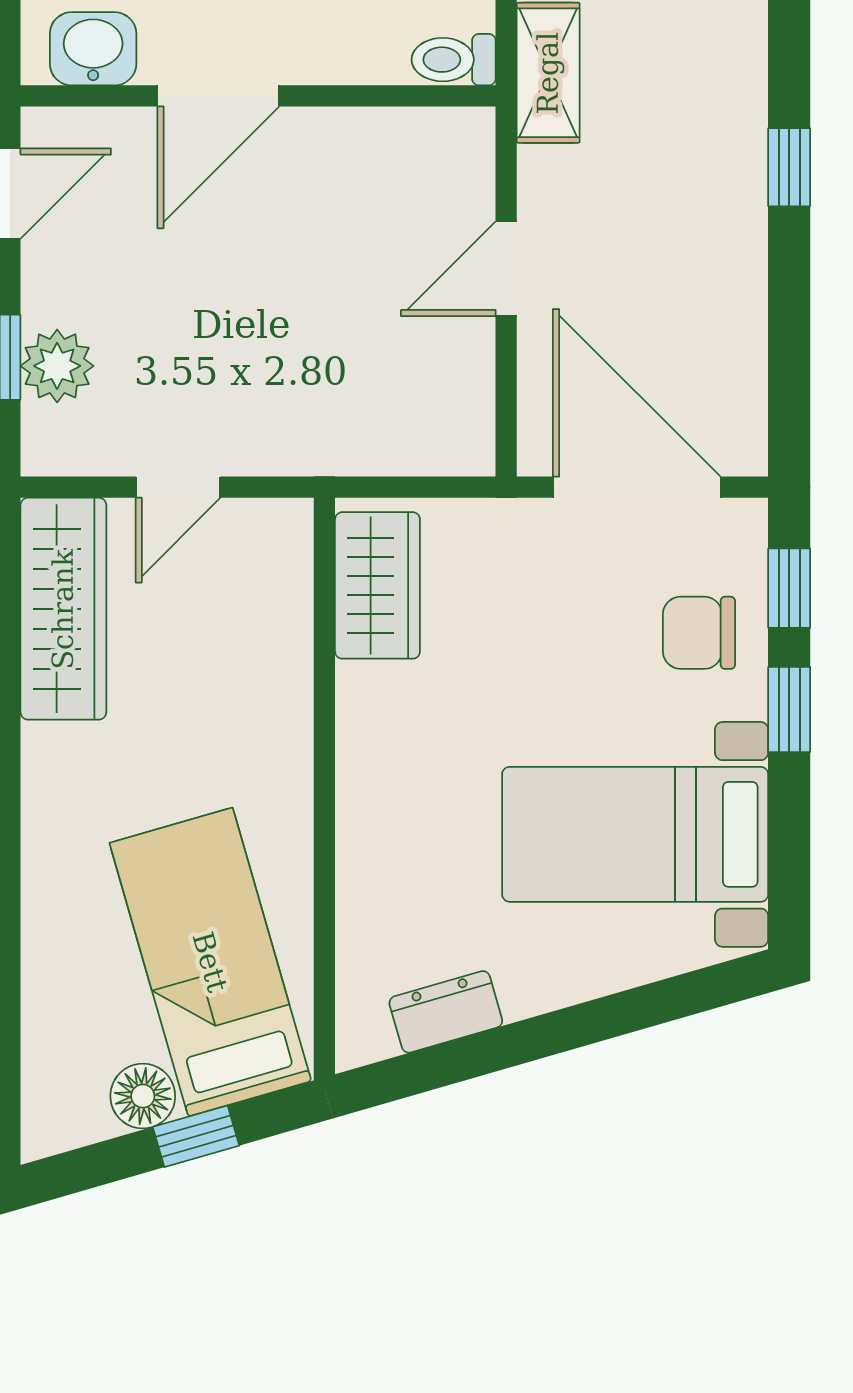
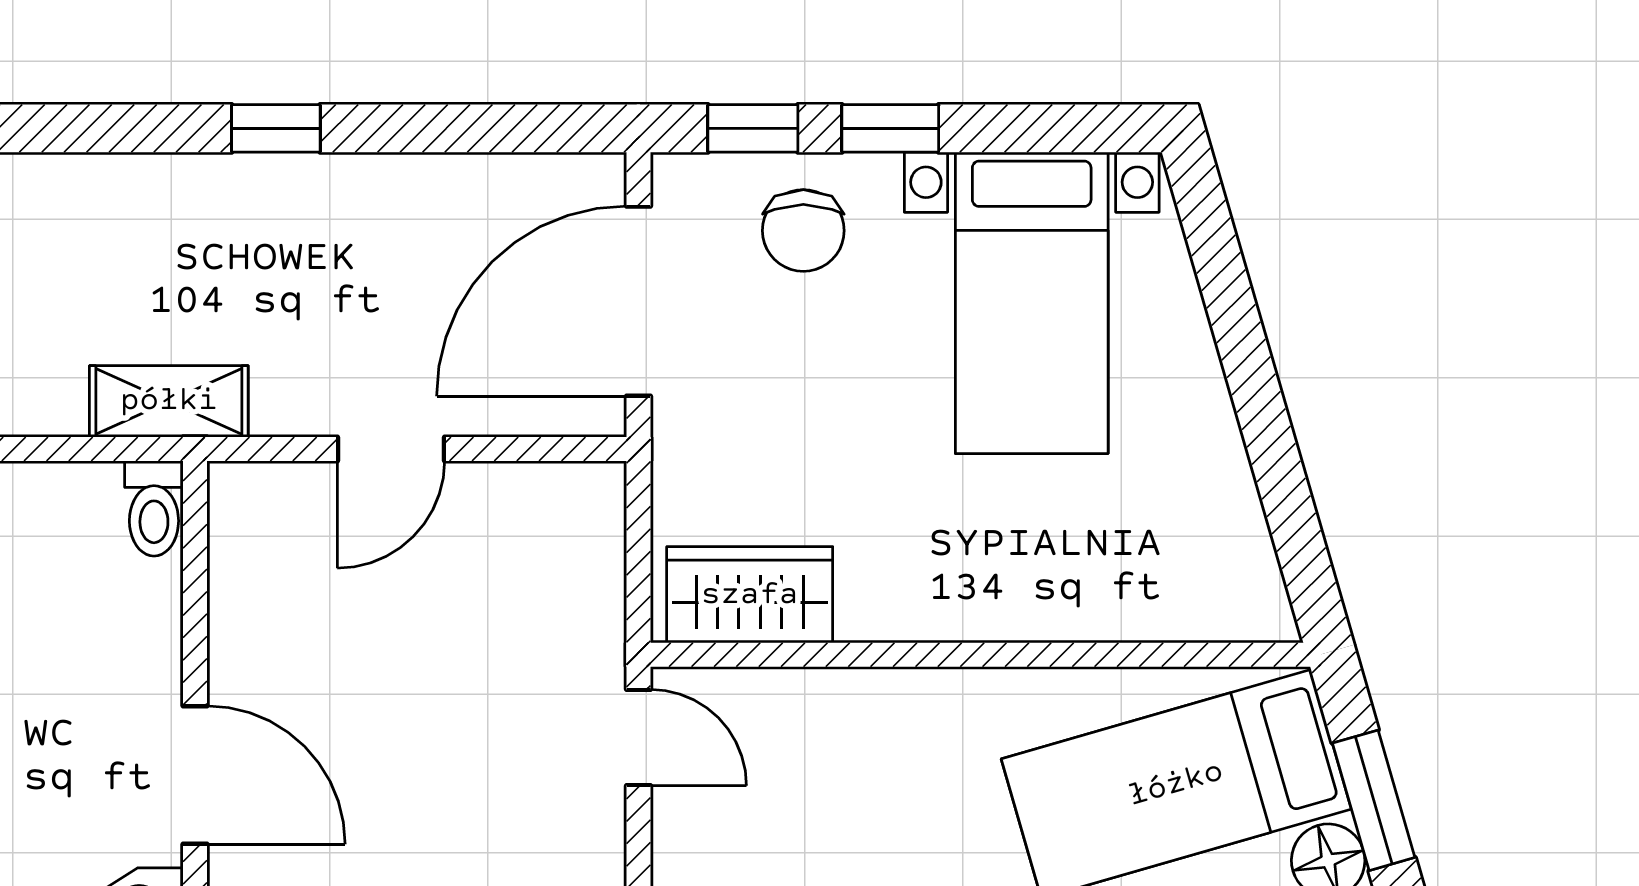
door: (506, 269) -> (391, 449), hinge flipped
door: (178, 487) -> (638, 738), moved
dresser: (446, 1012) -> (1233, 517), removed
window: (196, 1136) -> (1374, 800), width x1.50

